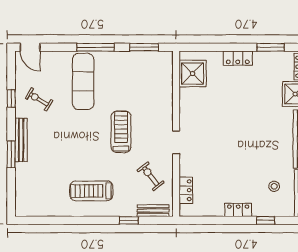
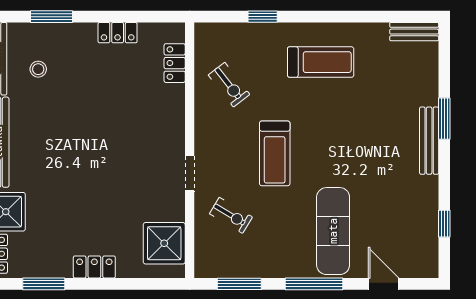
door: (30, 47) -> (384, 284), moved
window: (11, 98) -> (444, 224), moved
exercise bike: (39, 99) -> (231, 215), moved
doorway: (176, 143) -> (190, 173), moved
locker: (238, 210) -> (118, 33), moved
bench: (153, 211) -> (414, 32), moved
window: (266, 220) -> (51, 17), width x1.50

